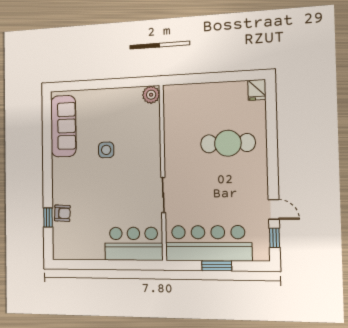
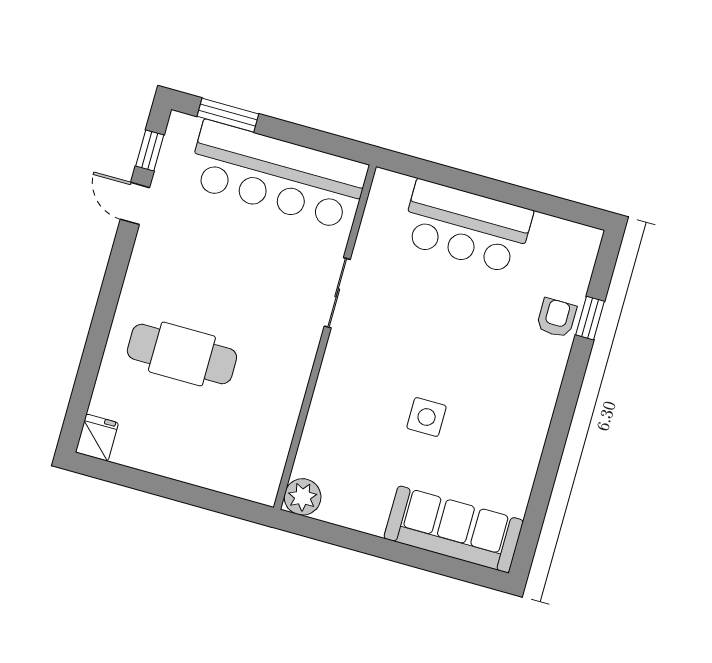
sofa: (63, 126) -> (454, 529), moved, turned 90
armchair: (62, 213) -> (556, 318), turned 87
bar counter: (134, 244) -> (467, 227), moved
window: (217, 266) -> (228, 115), moved

